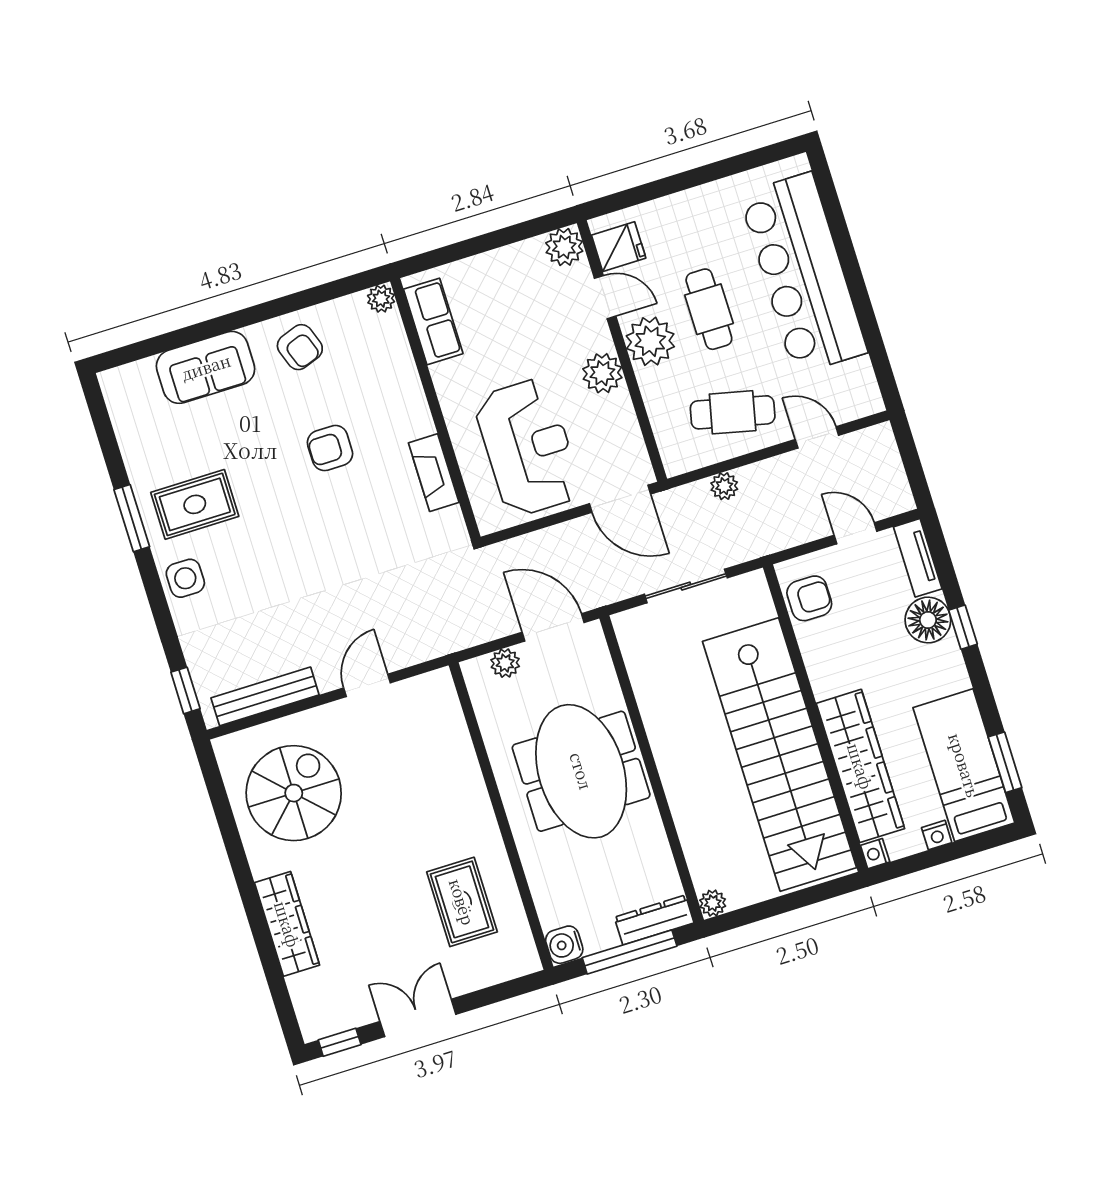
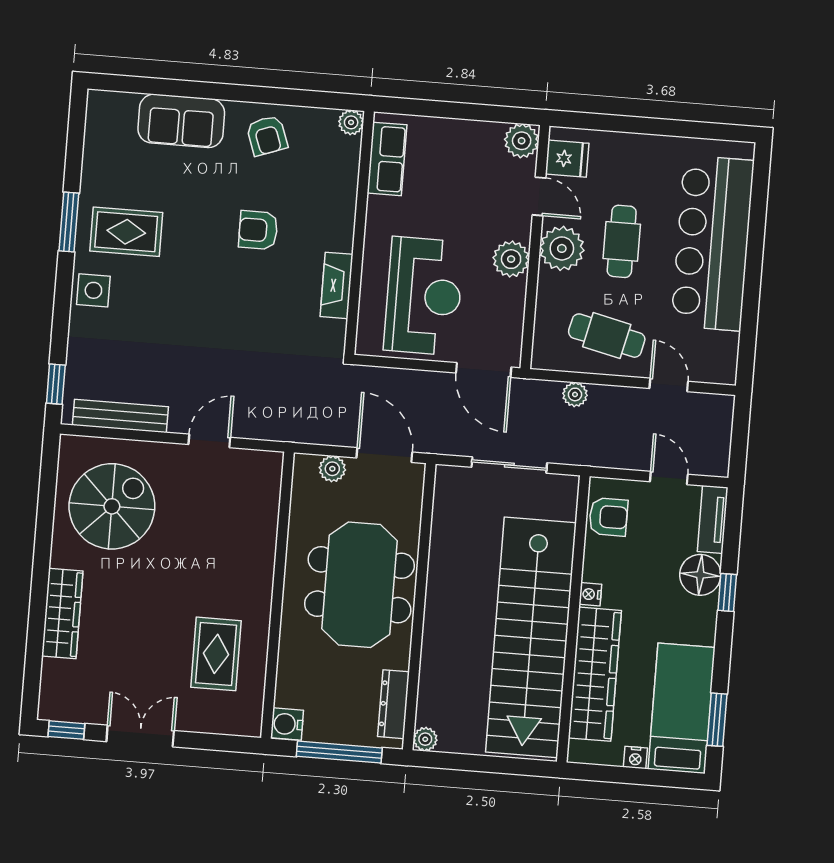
nightstand: (875, 854) -> (590, 594), moved
dresser: (654, 920) -> (393, 704), moved, turned -90

